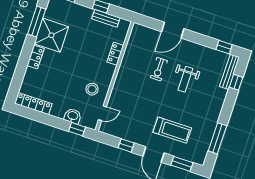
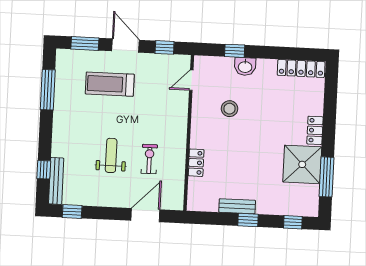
locker: (115, 54) -> (196, 163), moved
wall: (115, 76) -> (189, 133), moved
door: (102, 113) -> (191, 80), moved

